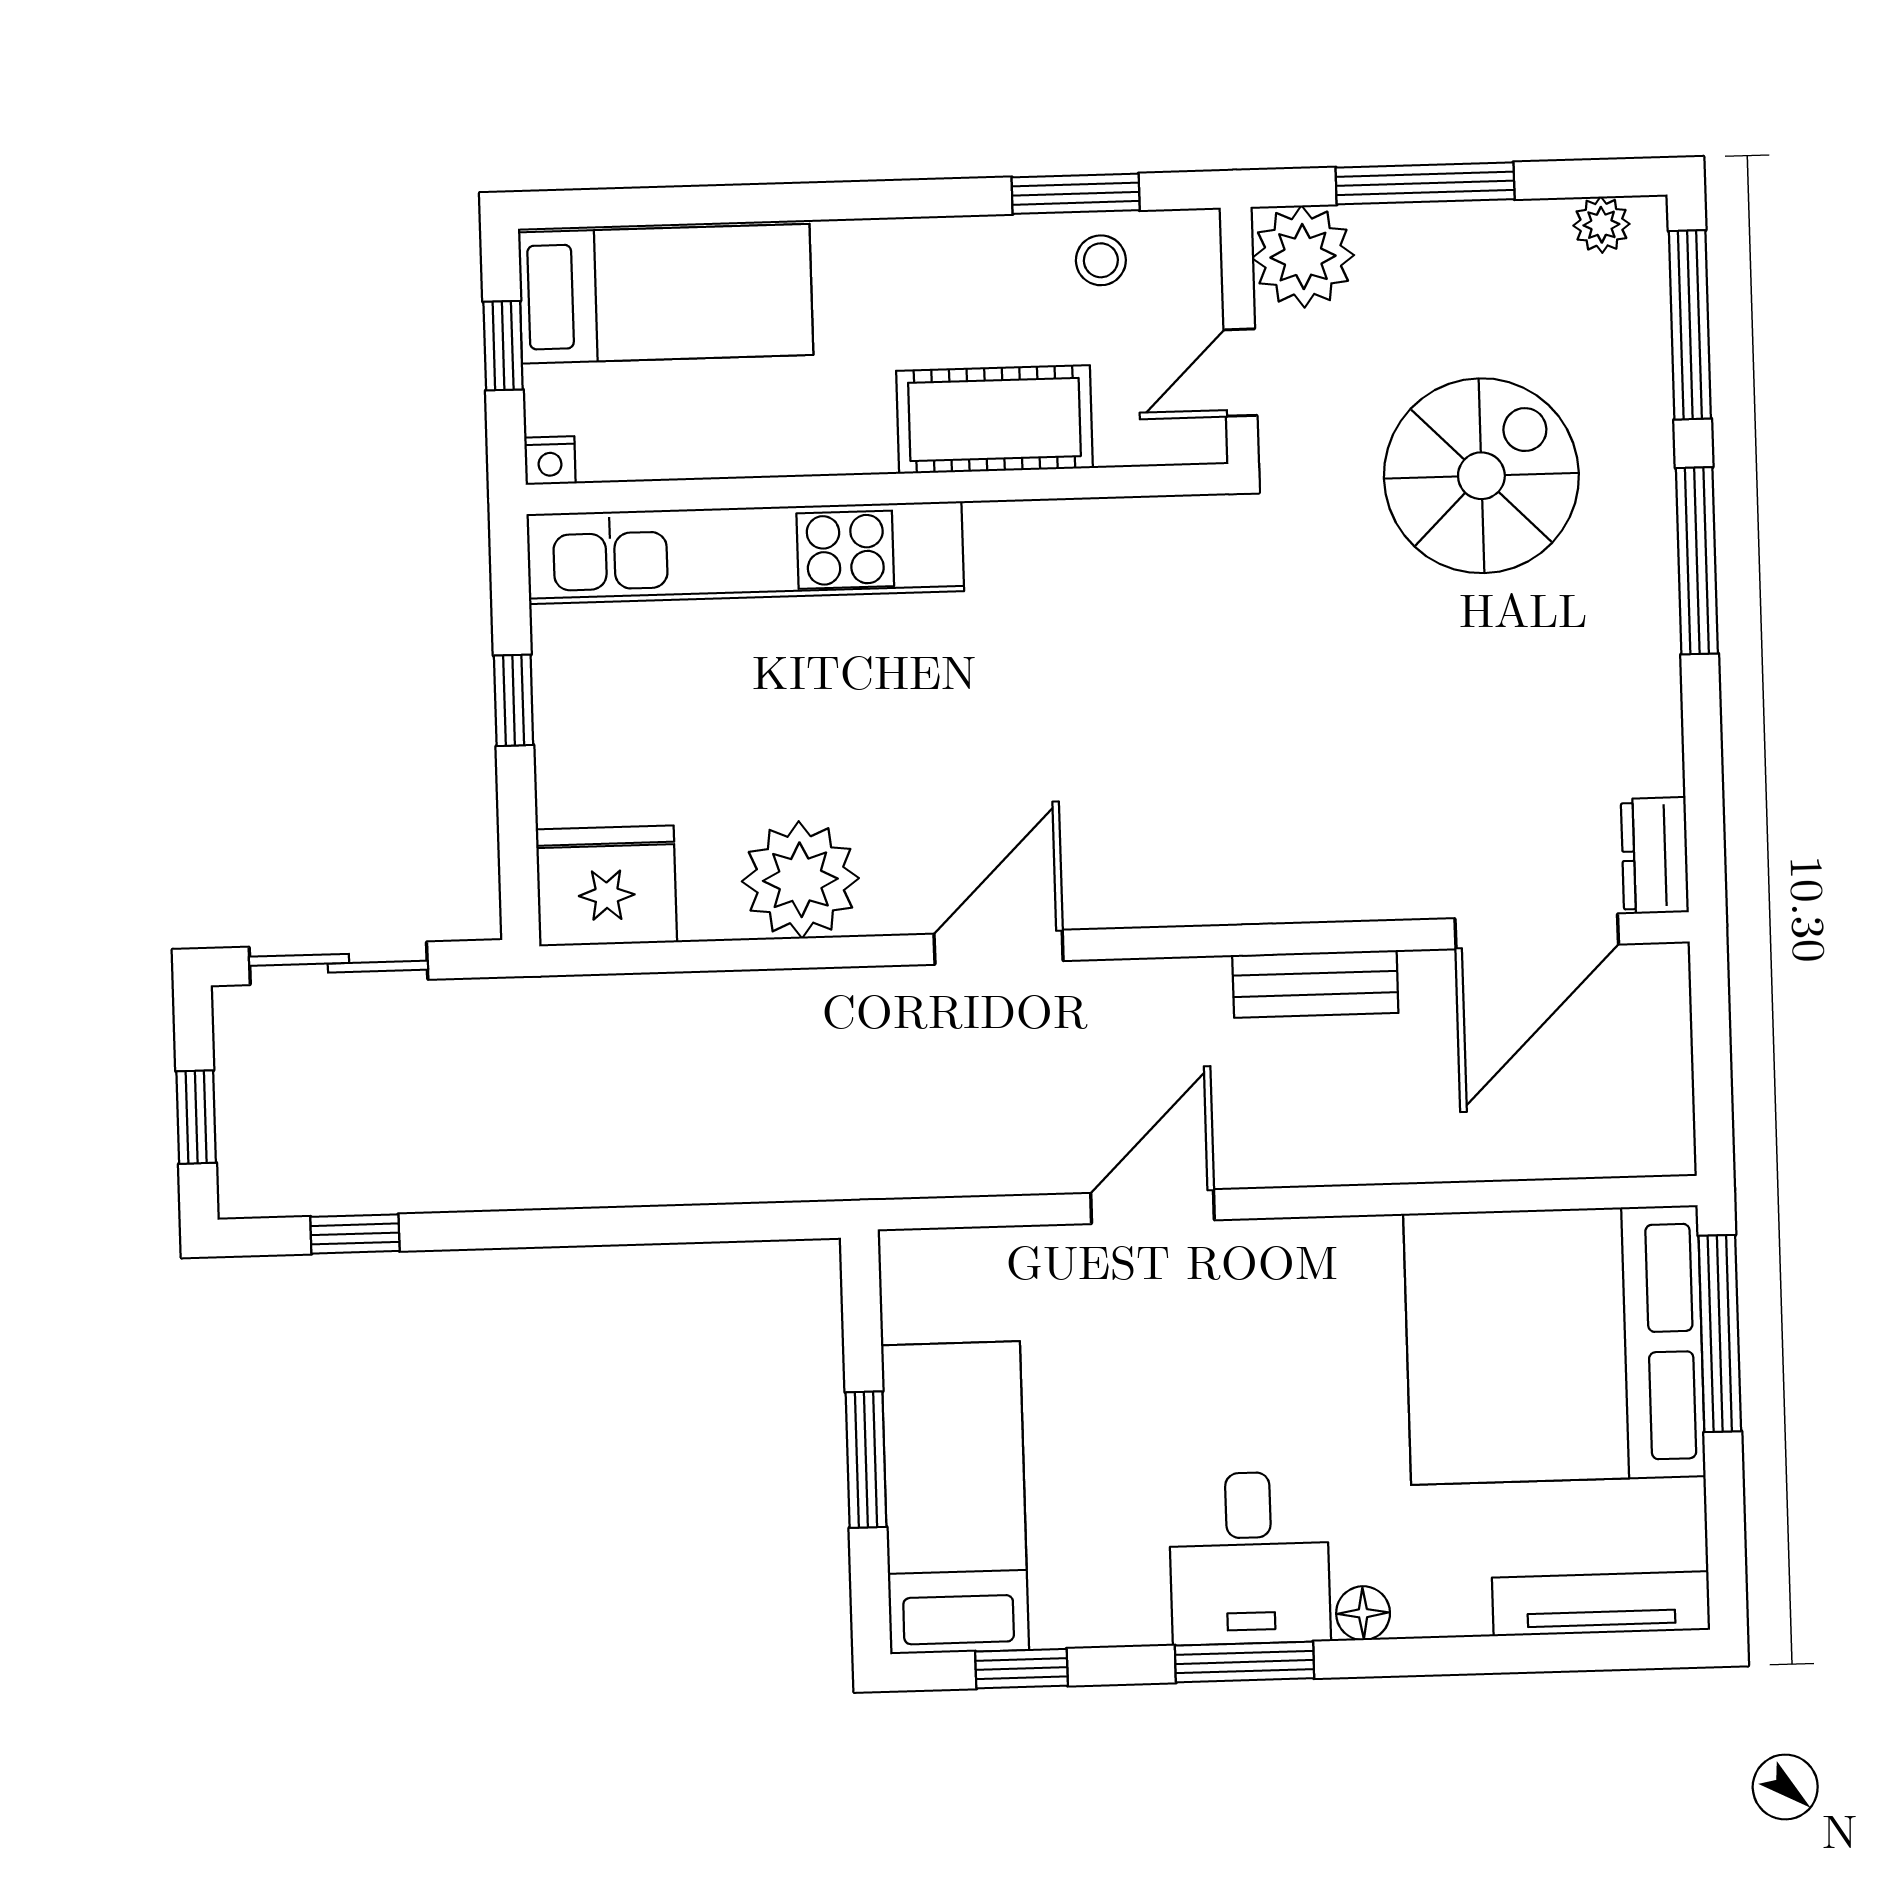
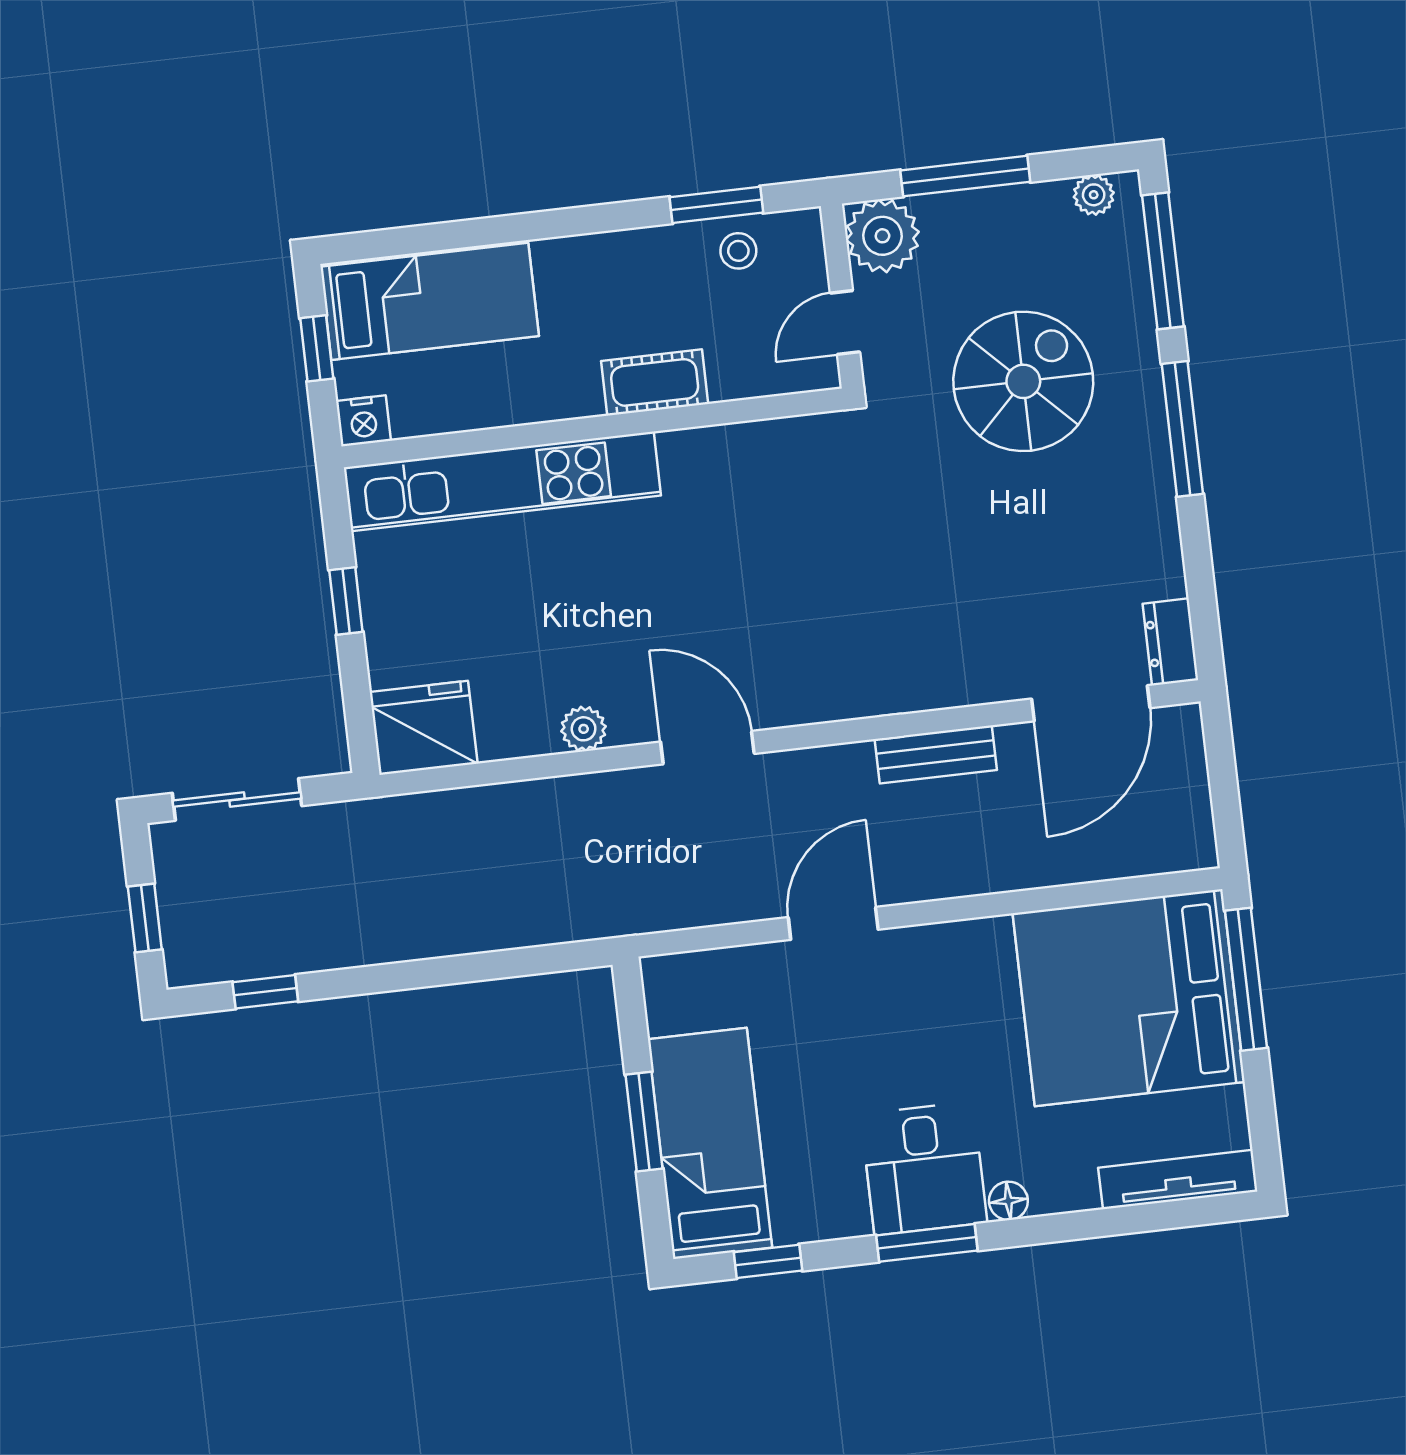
cot: (994, 419) -> (655, 382), width x0.73, depth x0.75
nightstand: (550, 460) -> (363, 421), width x1.39, depth x1.35
plant: (800, 880) -> (584, 729), width x0.53, depth x0.53
door: (999, 947) -> (707, 748), hinge flipped

